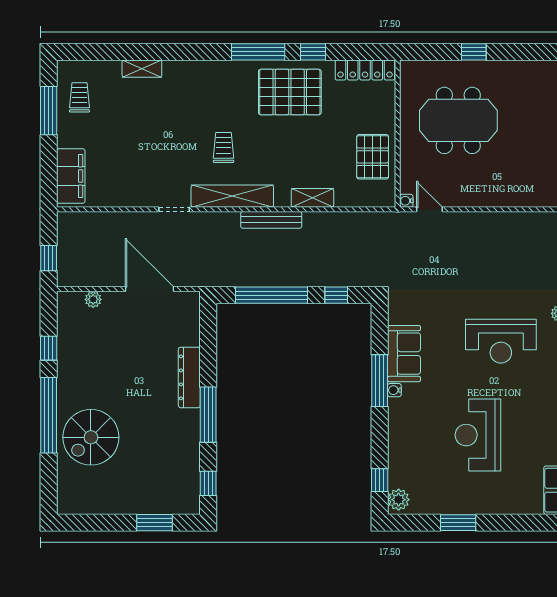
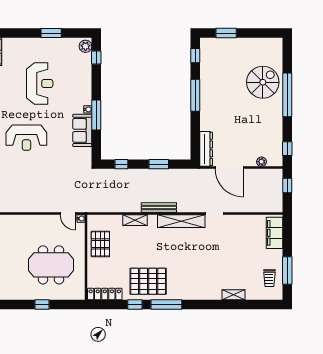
trolley: (224, 147) -> (186, 249), removed
window: (271, 295) -> (159, 164), width x0.47
reception desk: (501, 341) -> (26, 138), turned 180
window: (49, 348) -> (287, 149), moved
dresser: (189, 377) -> (206, 149), moved

